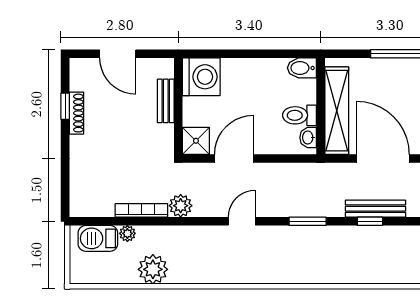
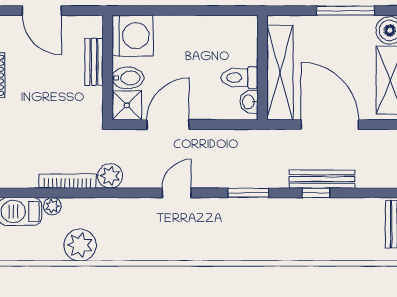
bidet: (302, 68) -> (128, 78), moved, turned 180

